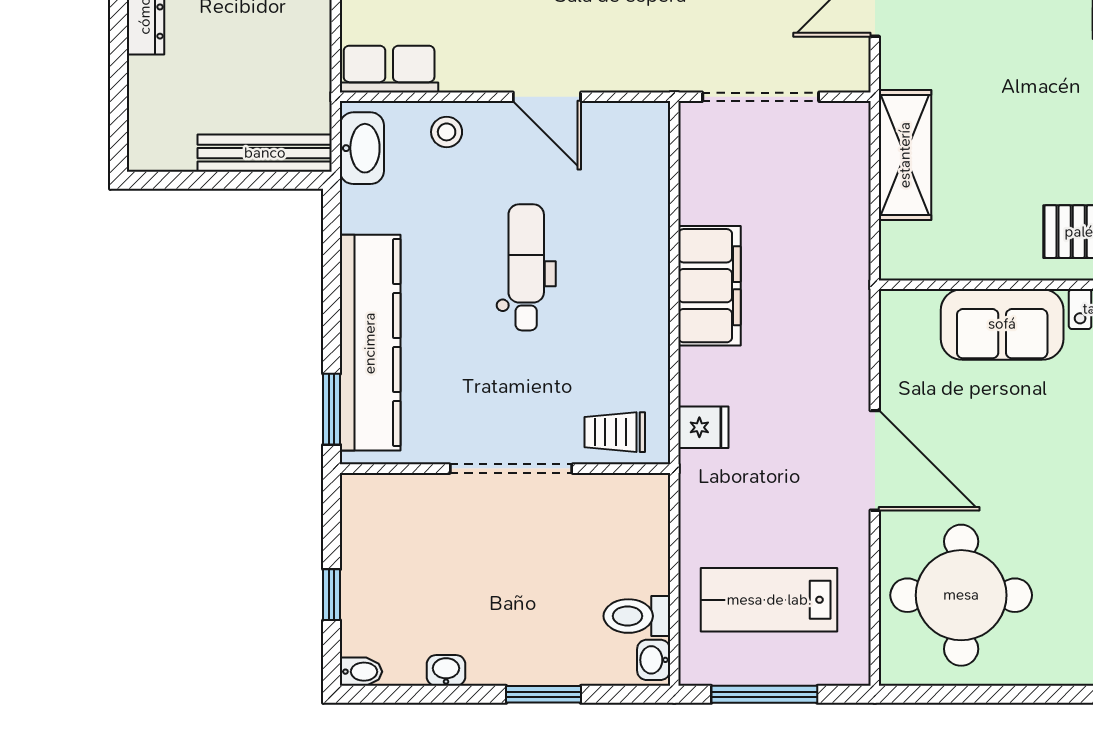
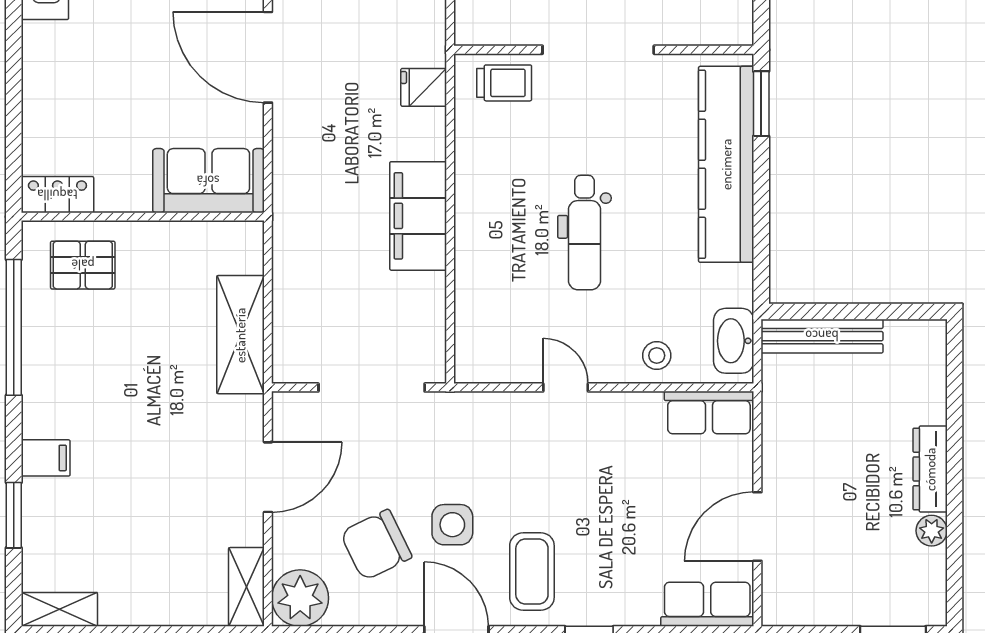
door: (547, 97) -> (566, 387), width x0.73
sofa: (1002, 324) -> (208, 181), moved

